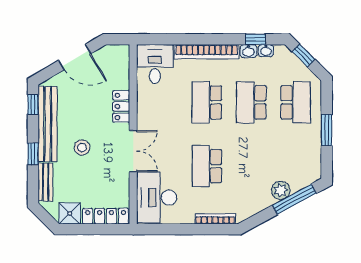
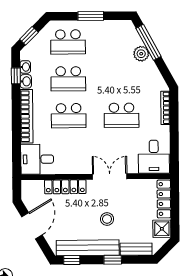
school desk: (296, 102) -> (68, 42), turned 180
locker: (121, 106) -> (65, 187), width x1.53
desk: (157, 198) -> (154, 157), width x0.73

